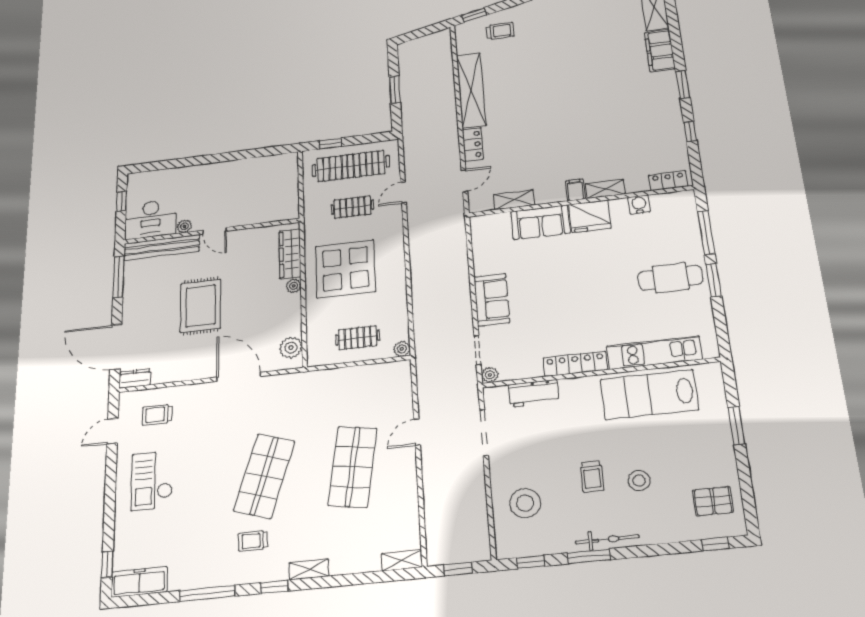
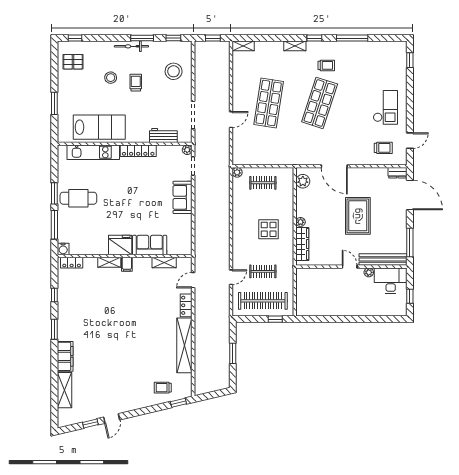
water cooler: (639, 204) -> (63, 249), moved
display table: (345, 269) -> (269, 229), width x0.54, depth x0.54
freezer: (139, 582) -> (391, 48), removed

